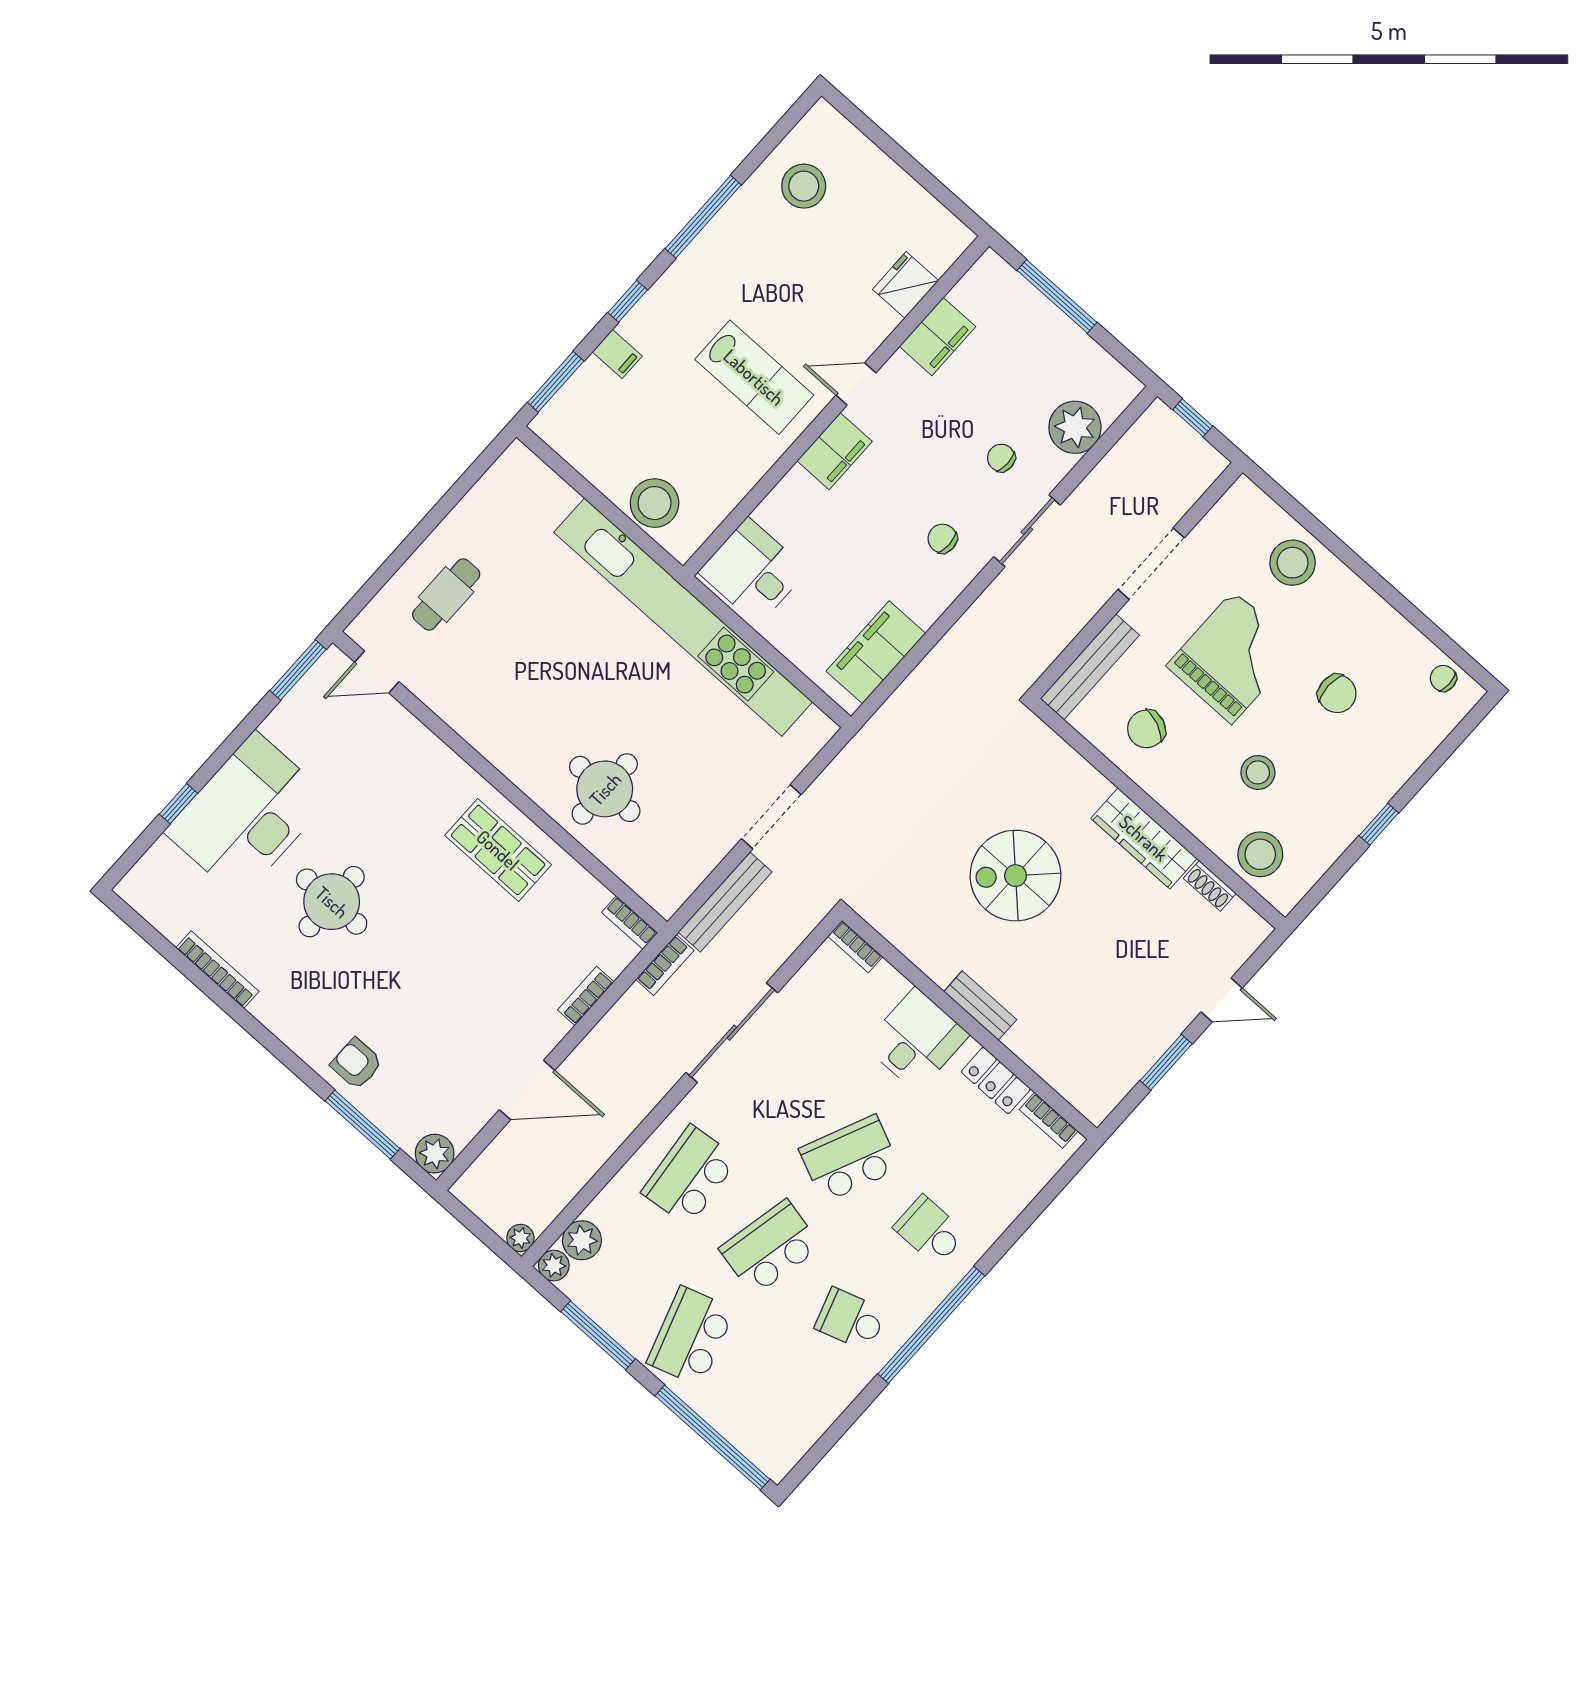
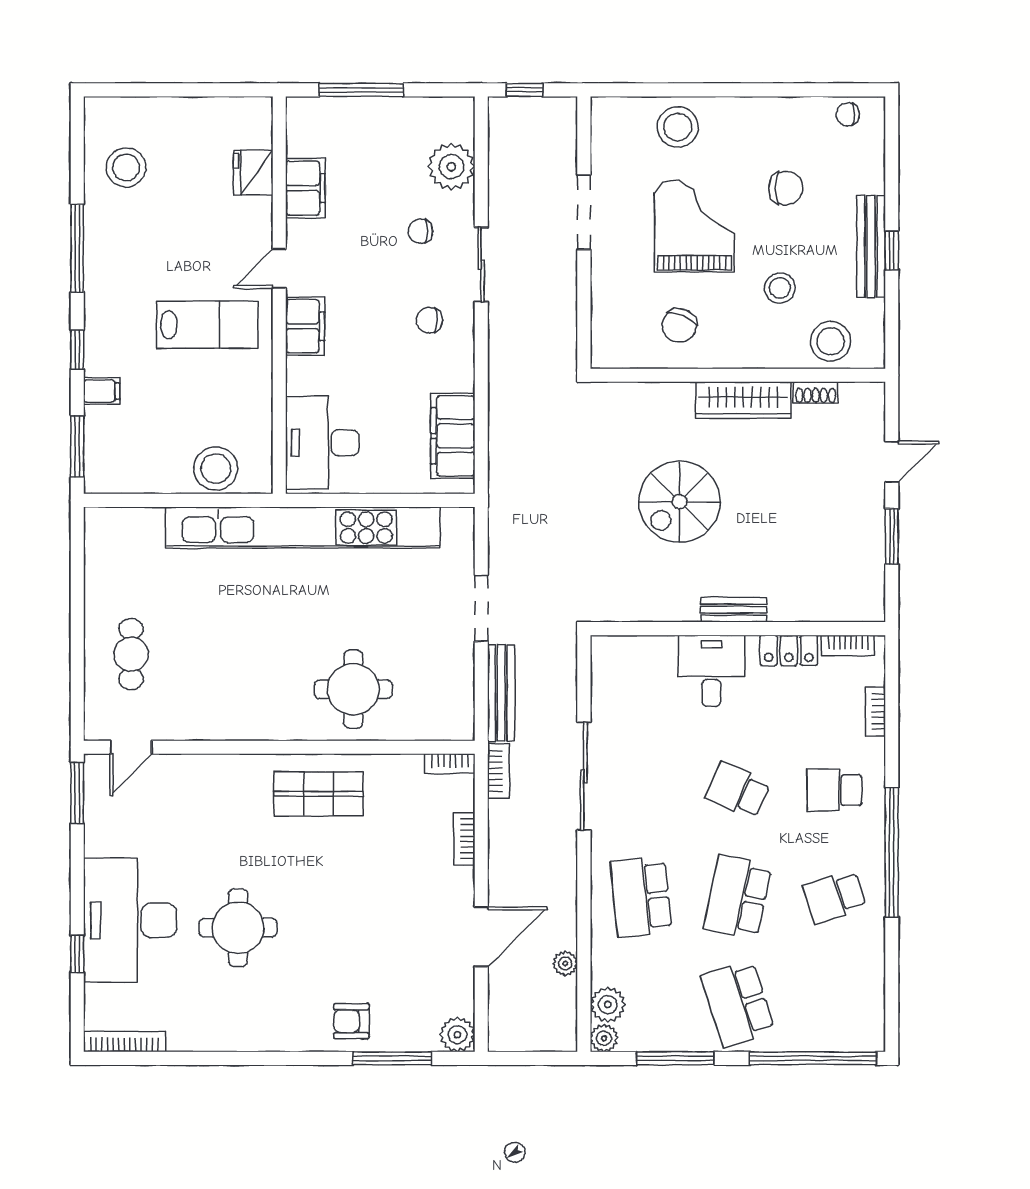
desk: (753, 571) -> (322, 443), width x1.37
bench: (1090, 667) -> (871, 246), moved
bookcase: (855, 946) -> (875, 712), moved, turned 90
bookcase: (217, 970) -> (124, 1041), moved
school desk: (849, 1159) -> (738, 790), width x0.54
plant: (520, 1238) -> (565, 963), moved

